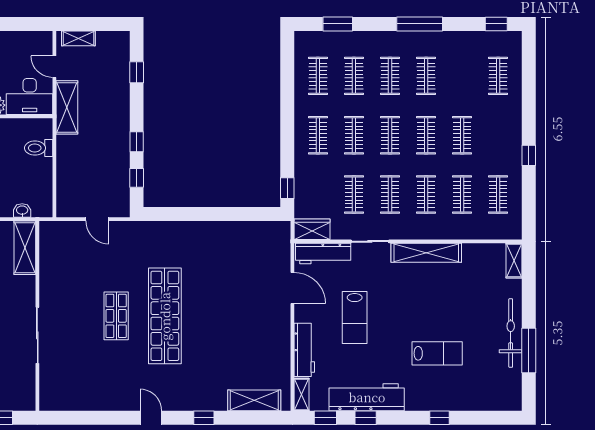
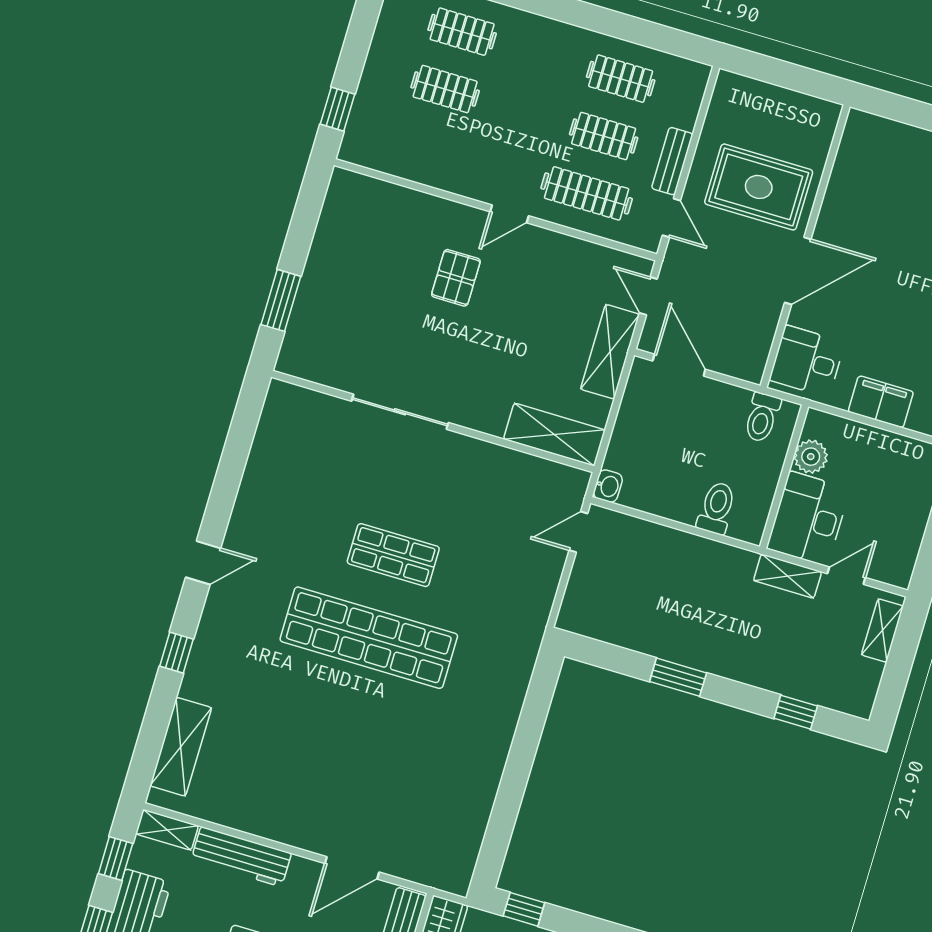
shelving: (67, 107) -> (788, 576), width x0.67, depth x0.75
window: (137, 142) -> (678, 677), width x1.50
window: (137, 178) -> (617, 659), removed
washbasin: (22, 210) -> (608, 486), moved
door: (97, 219) -> (578, 532), moved

